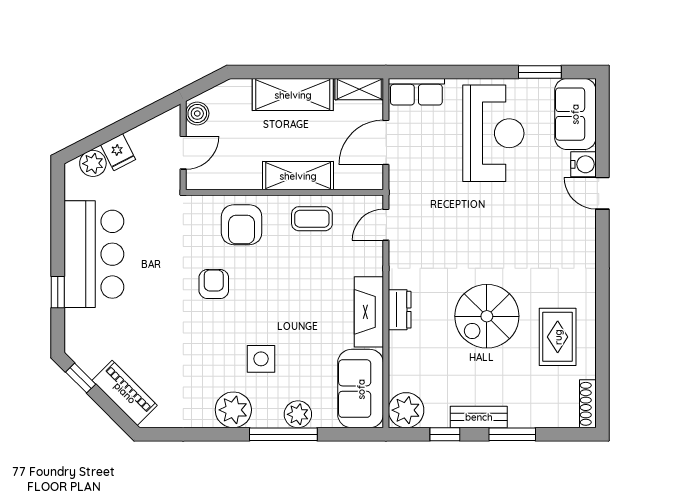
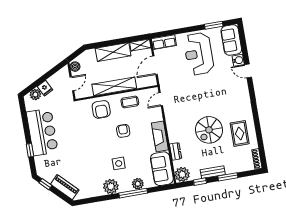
reception desk: (493, 133) -> (199, 54), turned 180
shelving: (298, 176) -> (114, 86), width x1.47
armchair: (214, 284) -> (123, 131), moved
dresser: (400, 310) -> (176, 151), moved

